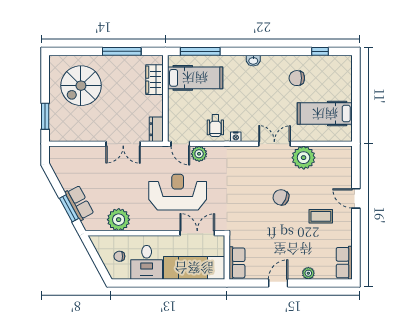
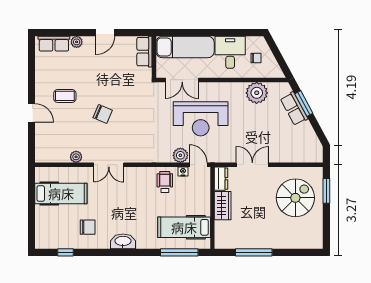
washbasin: (253, 61) -> (123, 241), width x1.91, depth x1.45
wardrobe: (154, 80) -> (223, 206), moved
spiral stairs: (81, 86) -> (295, 198), moved
nightstand: (236, 137) -> (183, 172), moved
plant: (304, 158) -> (76, 157), width x0.53, depth x0.53
row of seats: (344, 263) -> (54, 44), moved, turned 90

